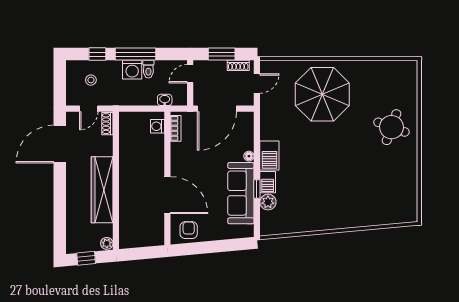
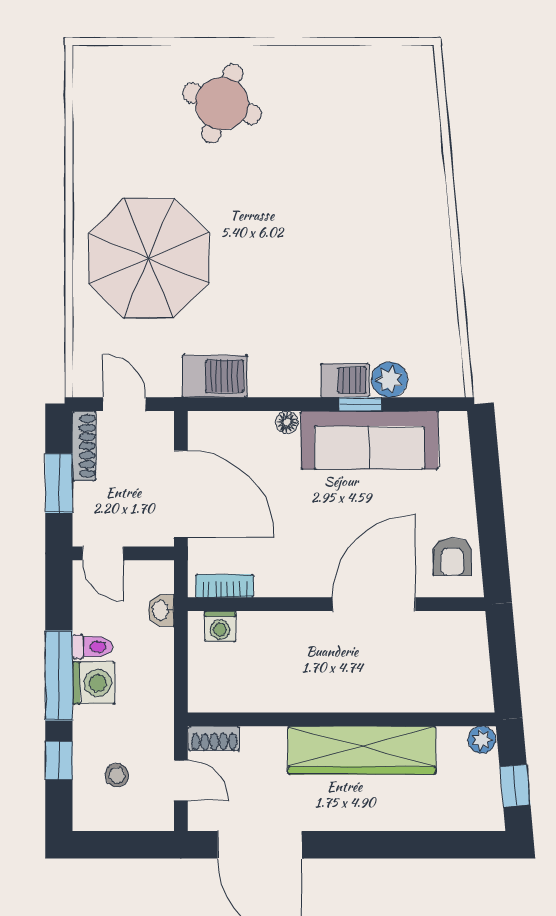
shoe rack: (238, 65) -> (84, 446), width x1.43
barbecue: (269, 156) -> (215, 376), moved
armchair: (189, 230) -> (452, 557), turned -90

